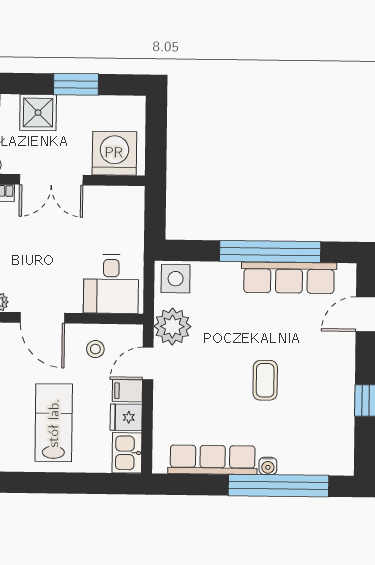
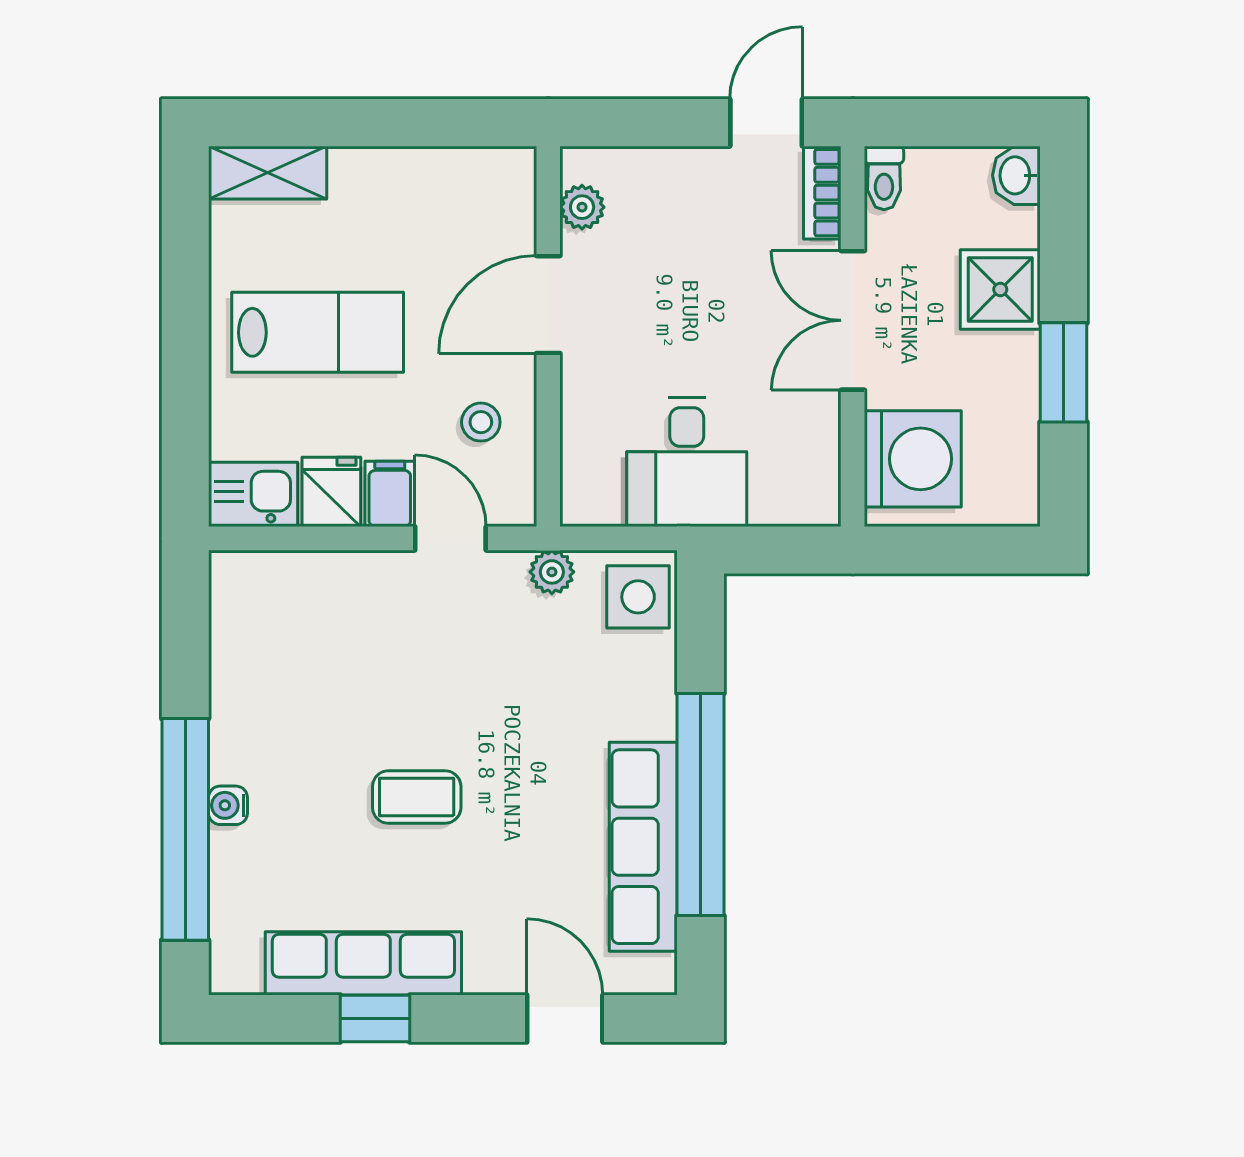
desk: (111, 284) -> (687, 462), moved, turned -90
plant: (172, 326) -> (552, 572), width x0.53, depth x0.53
row of seats: (213, 460) -> (363, 963), moved, turned -90

